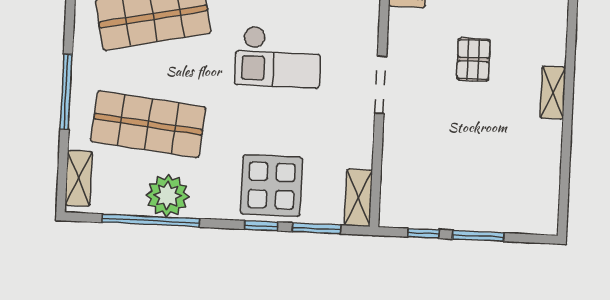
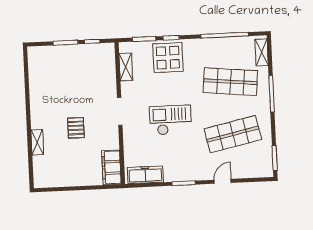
shelving: (553, 93) -> (37, 142), moved
plant: (168, 196) -> (218, 48), removed
shelving: (358, 198) -> (126, 67), moved

